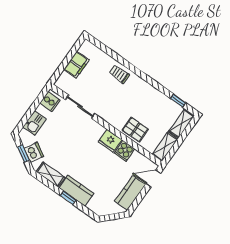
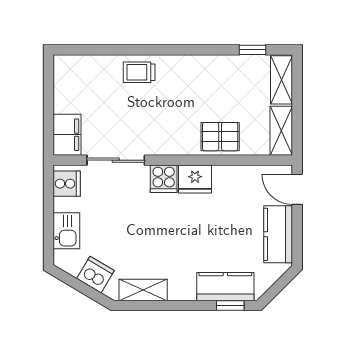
filing cabinet: (76, 65) -> (67, 135), moved
cooker: (125, 151) -> (164, 179), moved
window: (23, 154) -> (82, 287), removed
door: (153, 179) -> (297, 189), hinge flipped
kitchen counter: (76, 191) -> (225, 287), moved
window: (68, 198) -> (230, 306), moved

